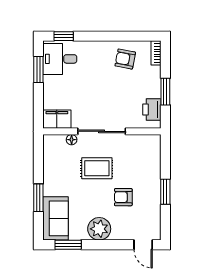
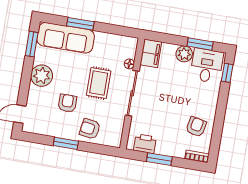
plant: (51, 84) -> (184, 54), added
armchair: (146, 169) -> (90, 129), added
sofa: (56, 218) -> (66, 38), width x1.36

